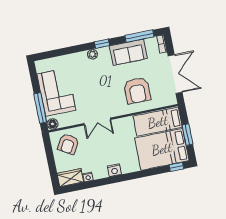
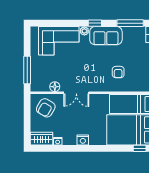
sofa: (128, 52) -> (106, 36), moved
armchair: (137, 91) -> (118, 72), width x0.53, depth x0.53
corner sofa: (56, 92) -> (59, 41), moved, turned 90
floor lamp: (52, 124) -> (55, 87), moved

